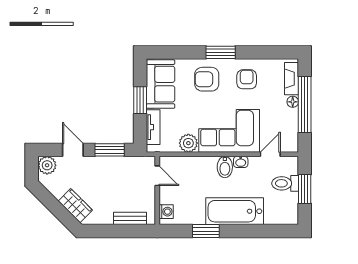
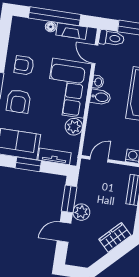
fireplace: (291, 79) -> (71, 31), moved
plant: (47, 165) -> (81, 212), moved
toilet: (285, 183) -> (112, 38), moved, turned -90

